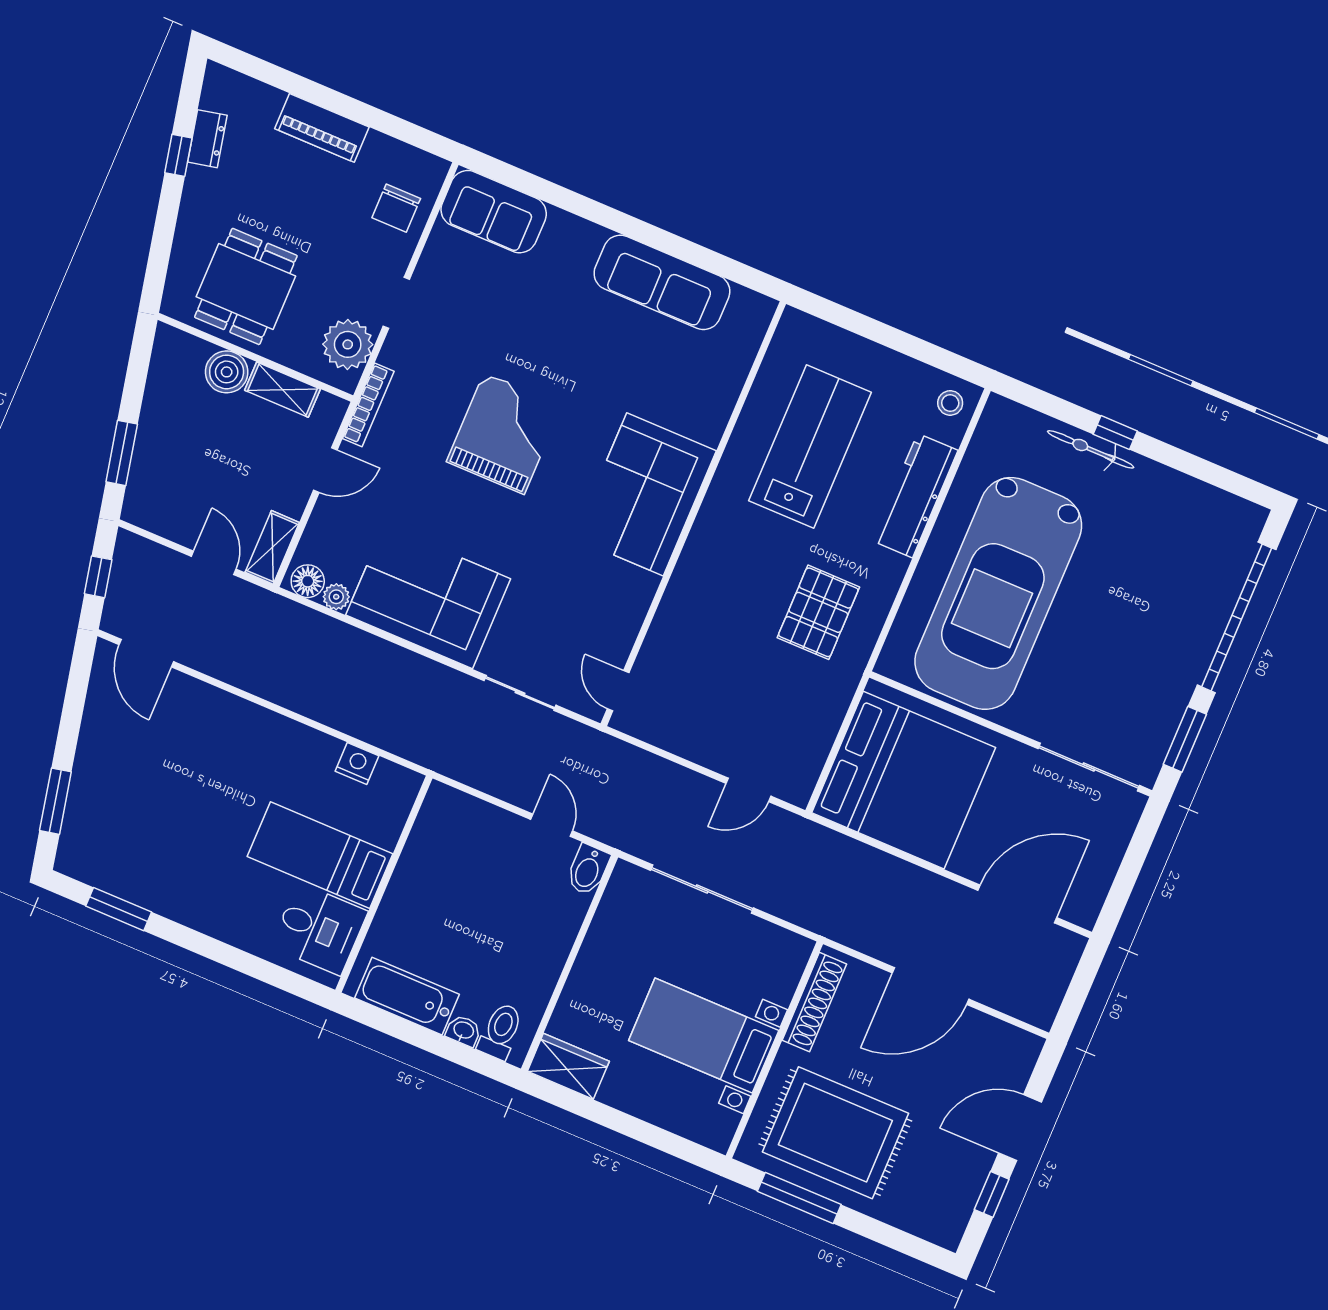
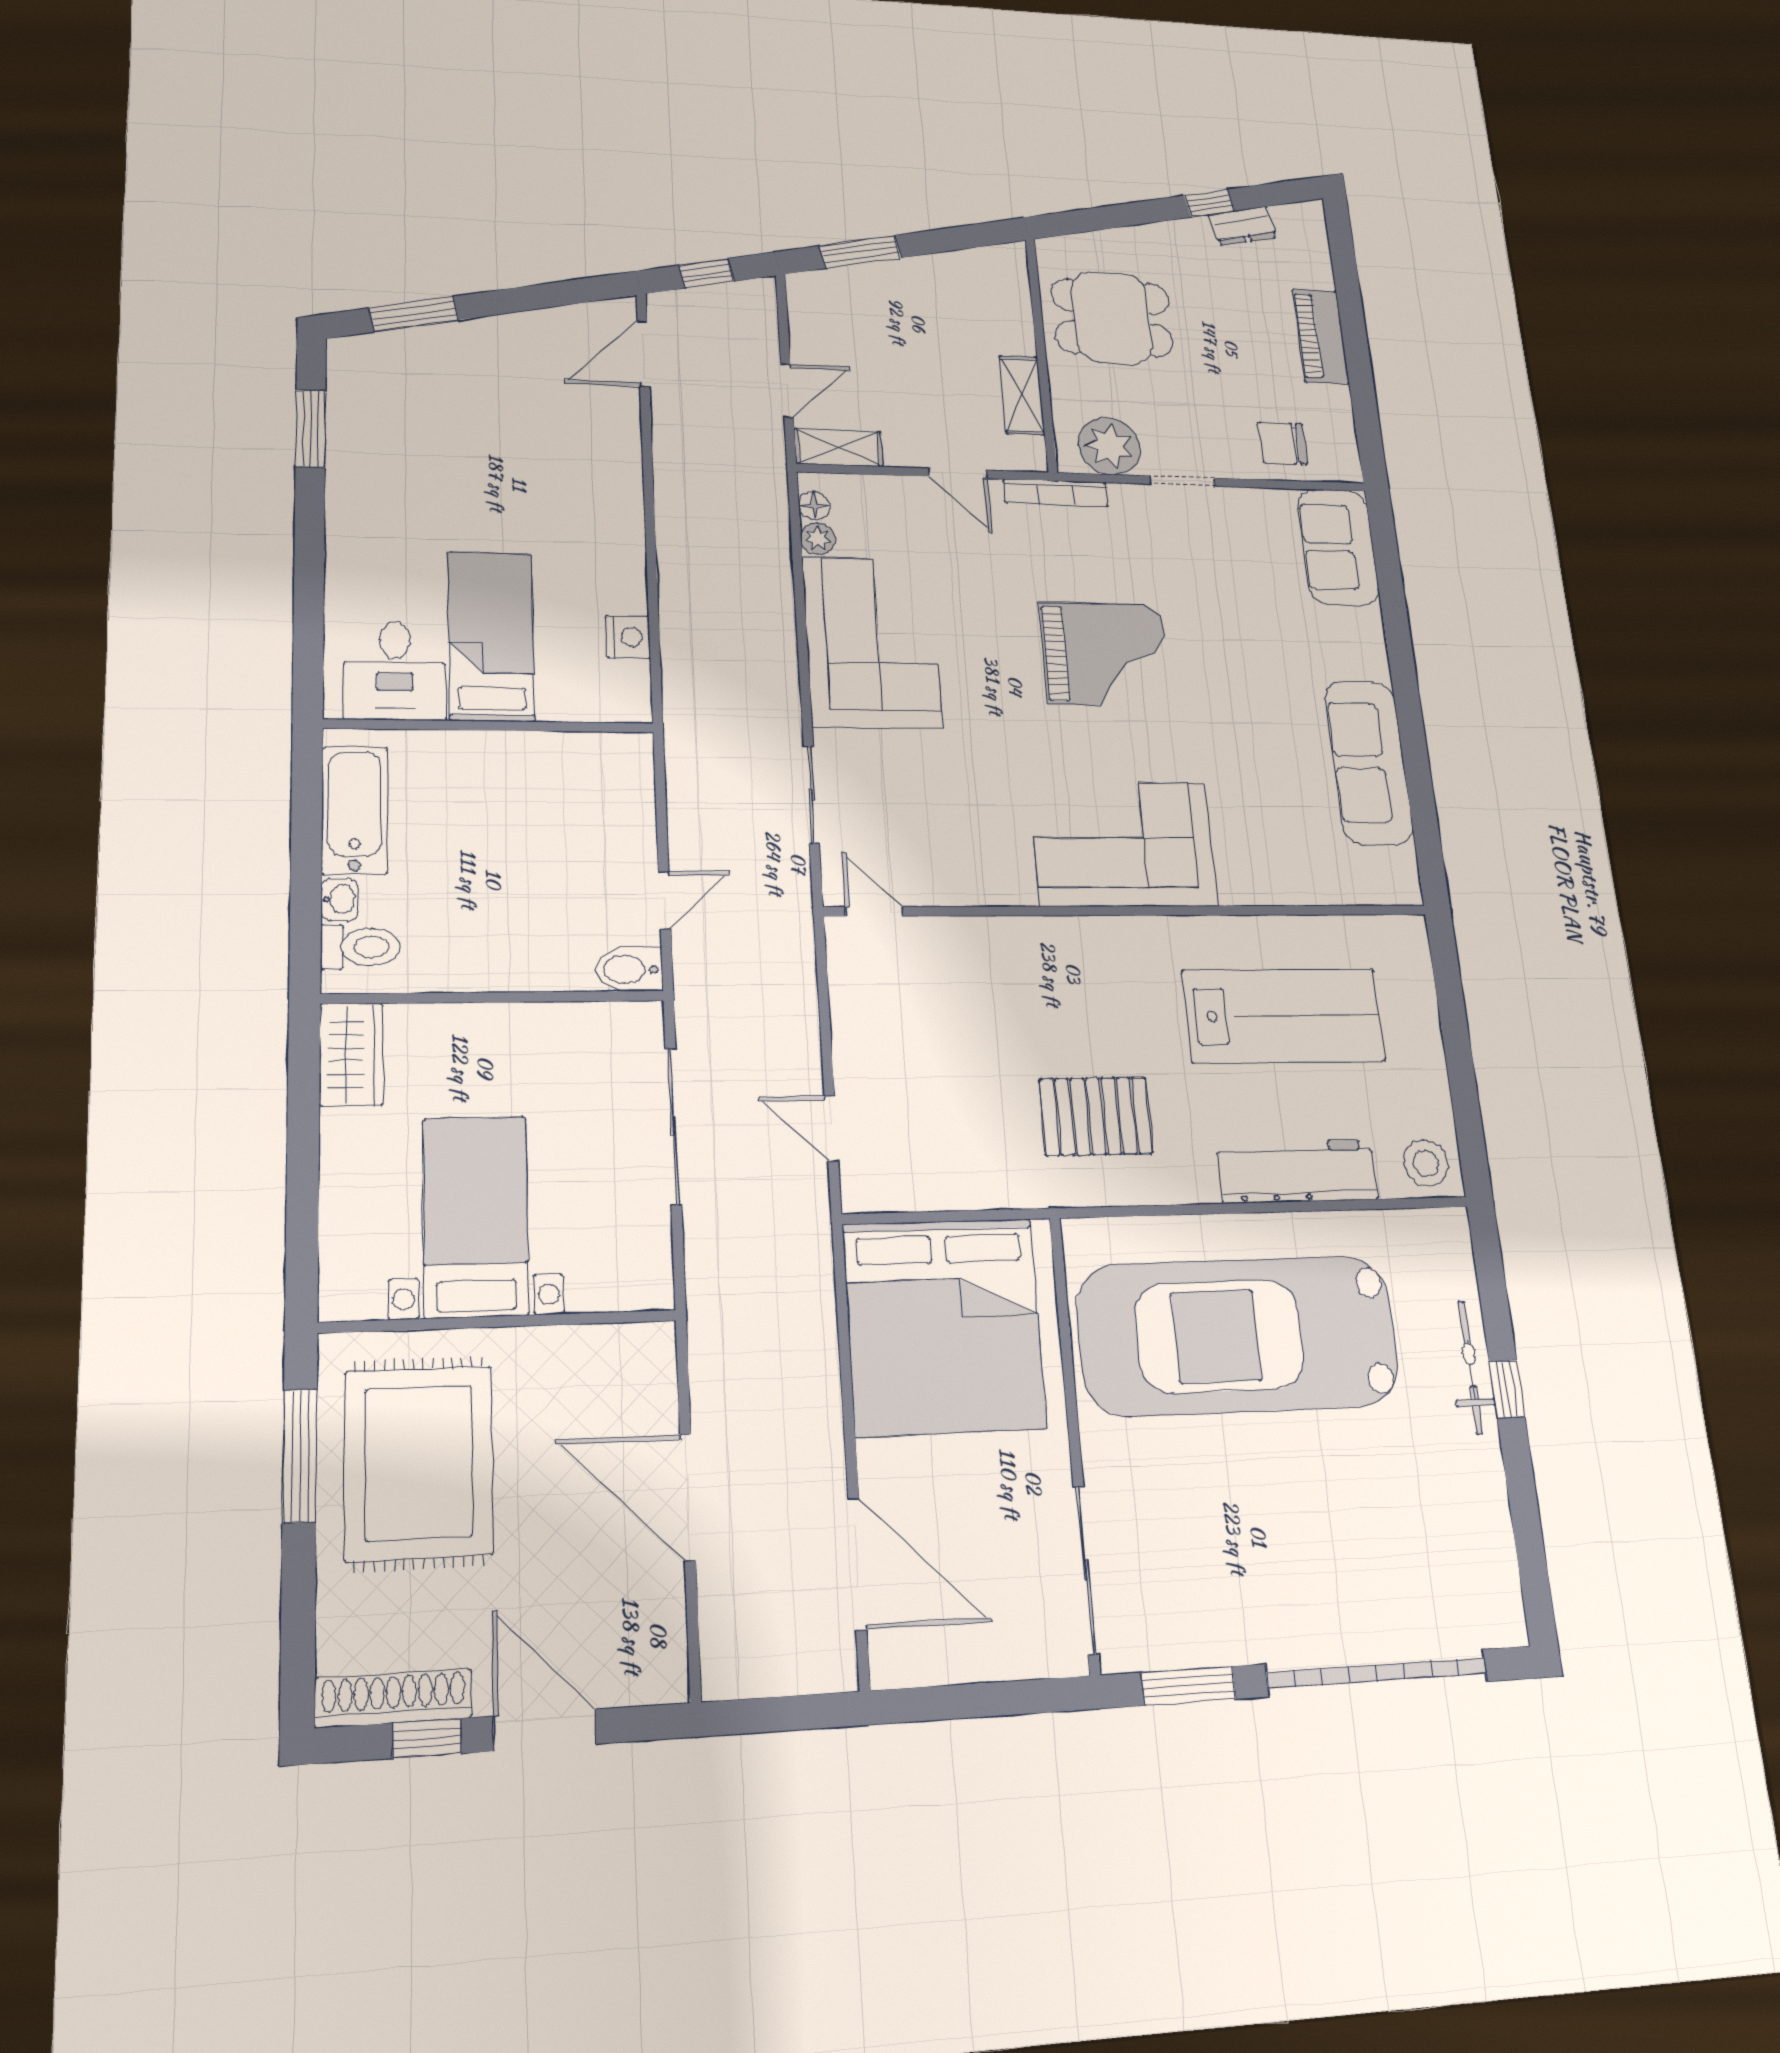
boiler: (227, 372) -> (1009, 330), removed
stool: (950, 403) -> (1426, 1163), width x1.37, depth x1.37
floor lamp: (308, 581) -> (814, 505), width x0.73, depth x0.73
door: (618, 691) -> (874, 911), hinge flipped
shoe rack: (814, 1002) -> (393, 1698), moved, turned 180

